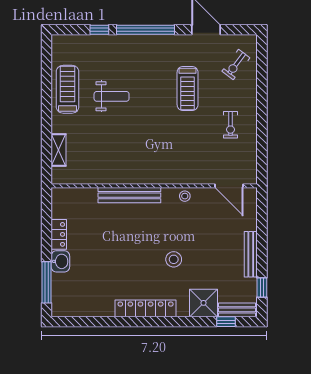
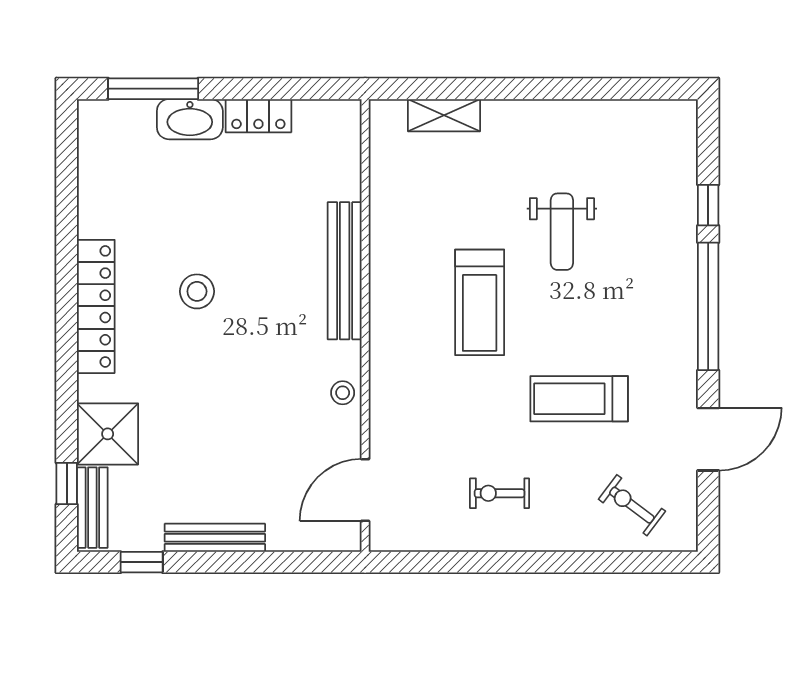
treadmill: (68, 89) -> (480, 302), moved, turned 90
stool: (174, 259) -> (197, 291), moved
washbasin: (60, 261) -> (190, 119), width x1.38

